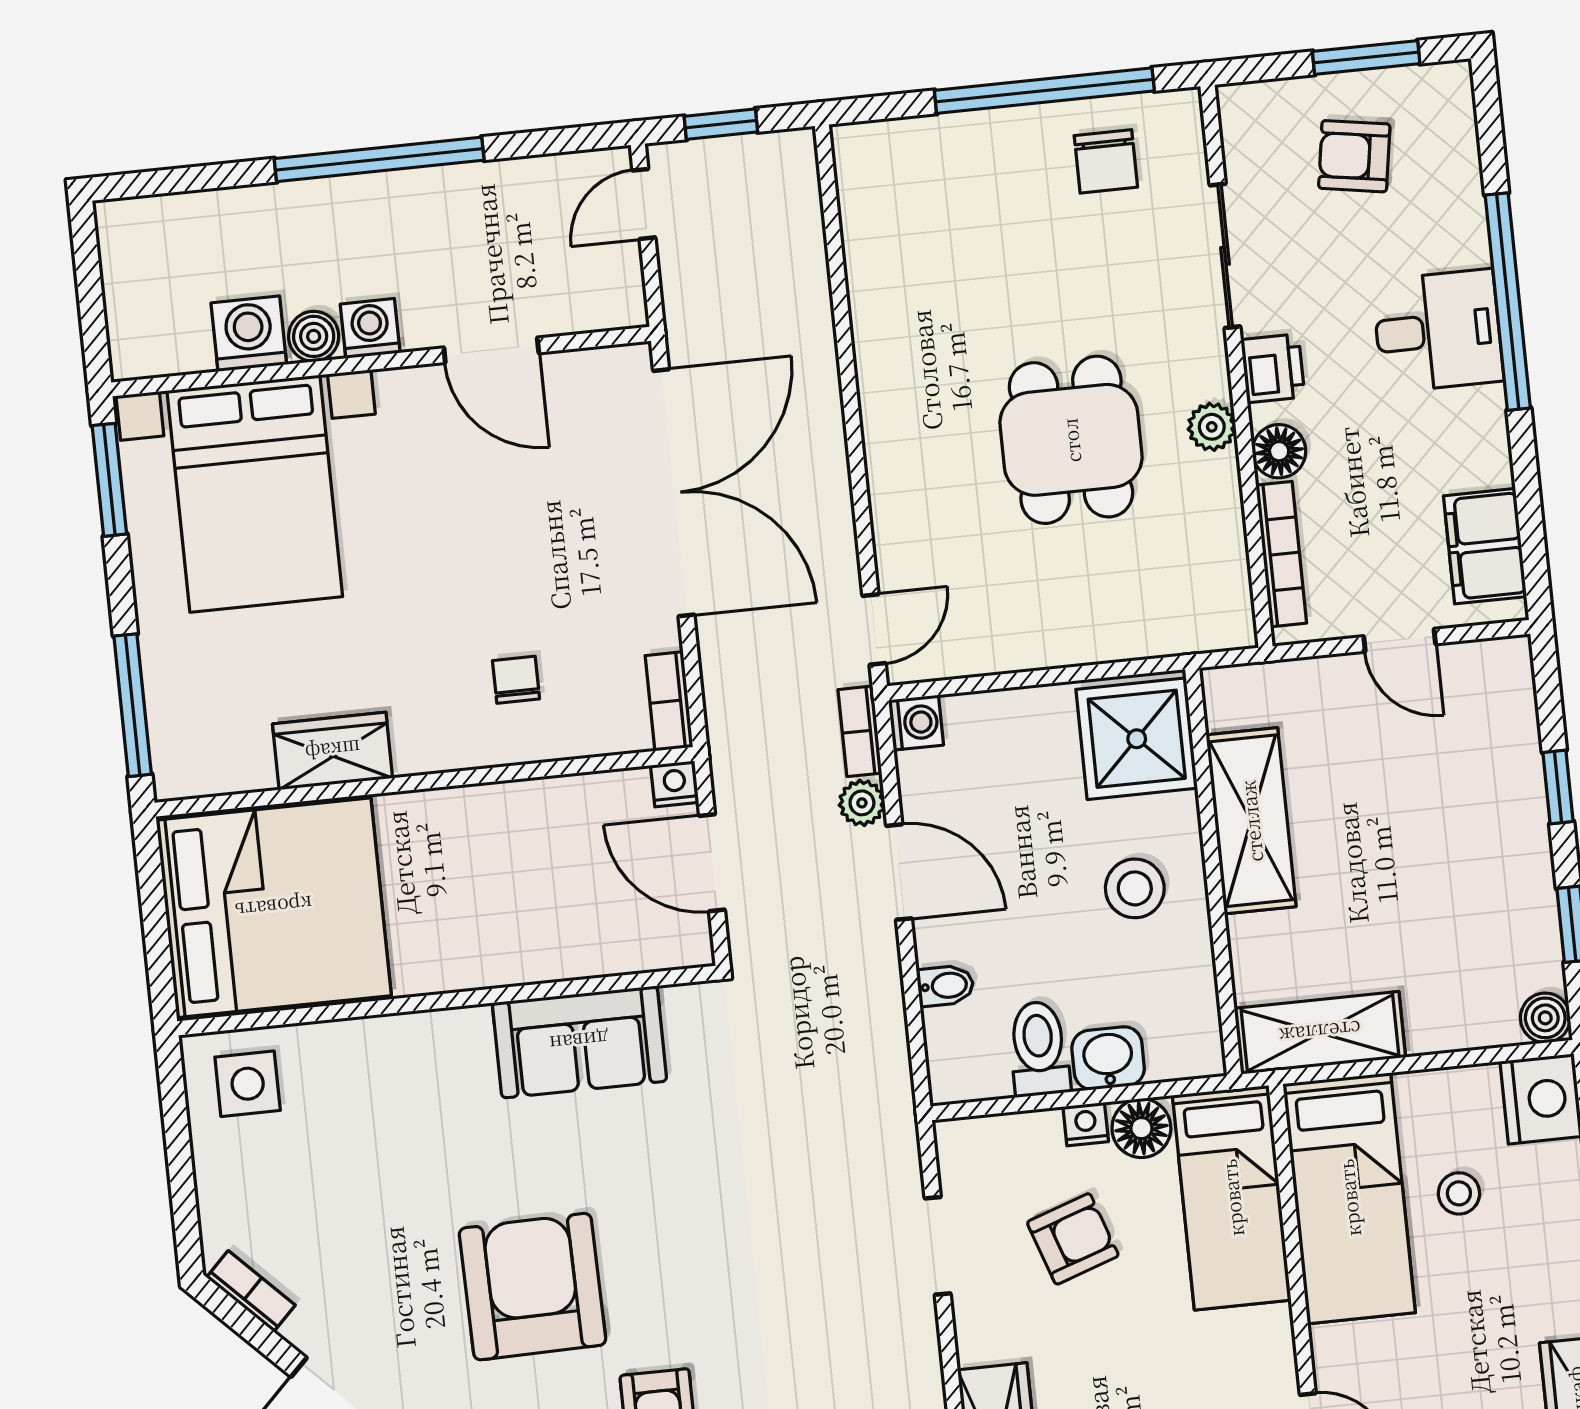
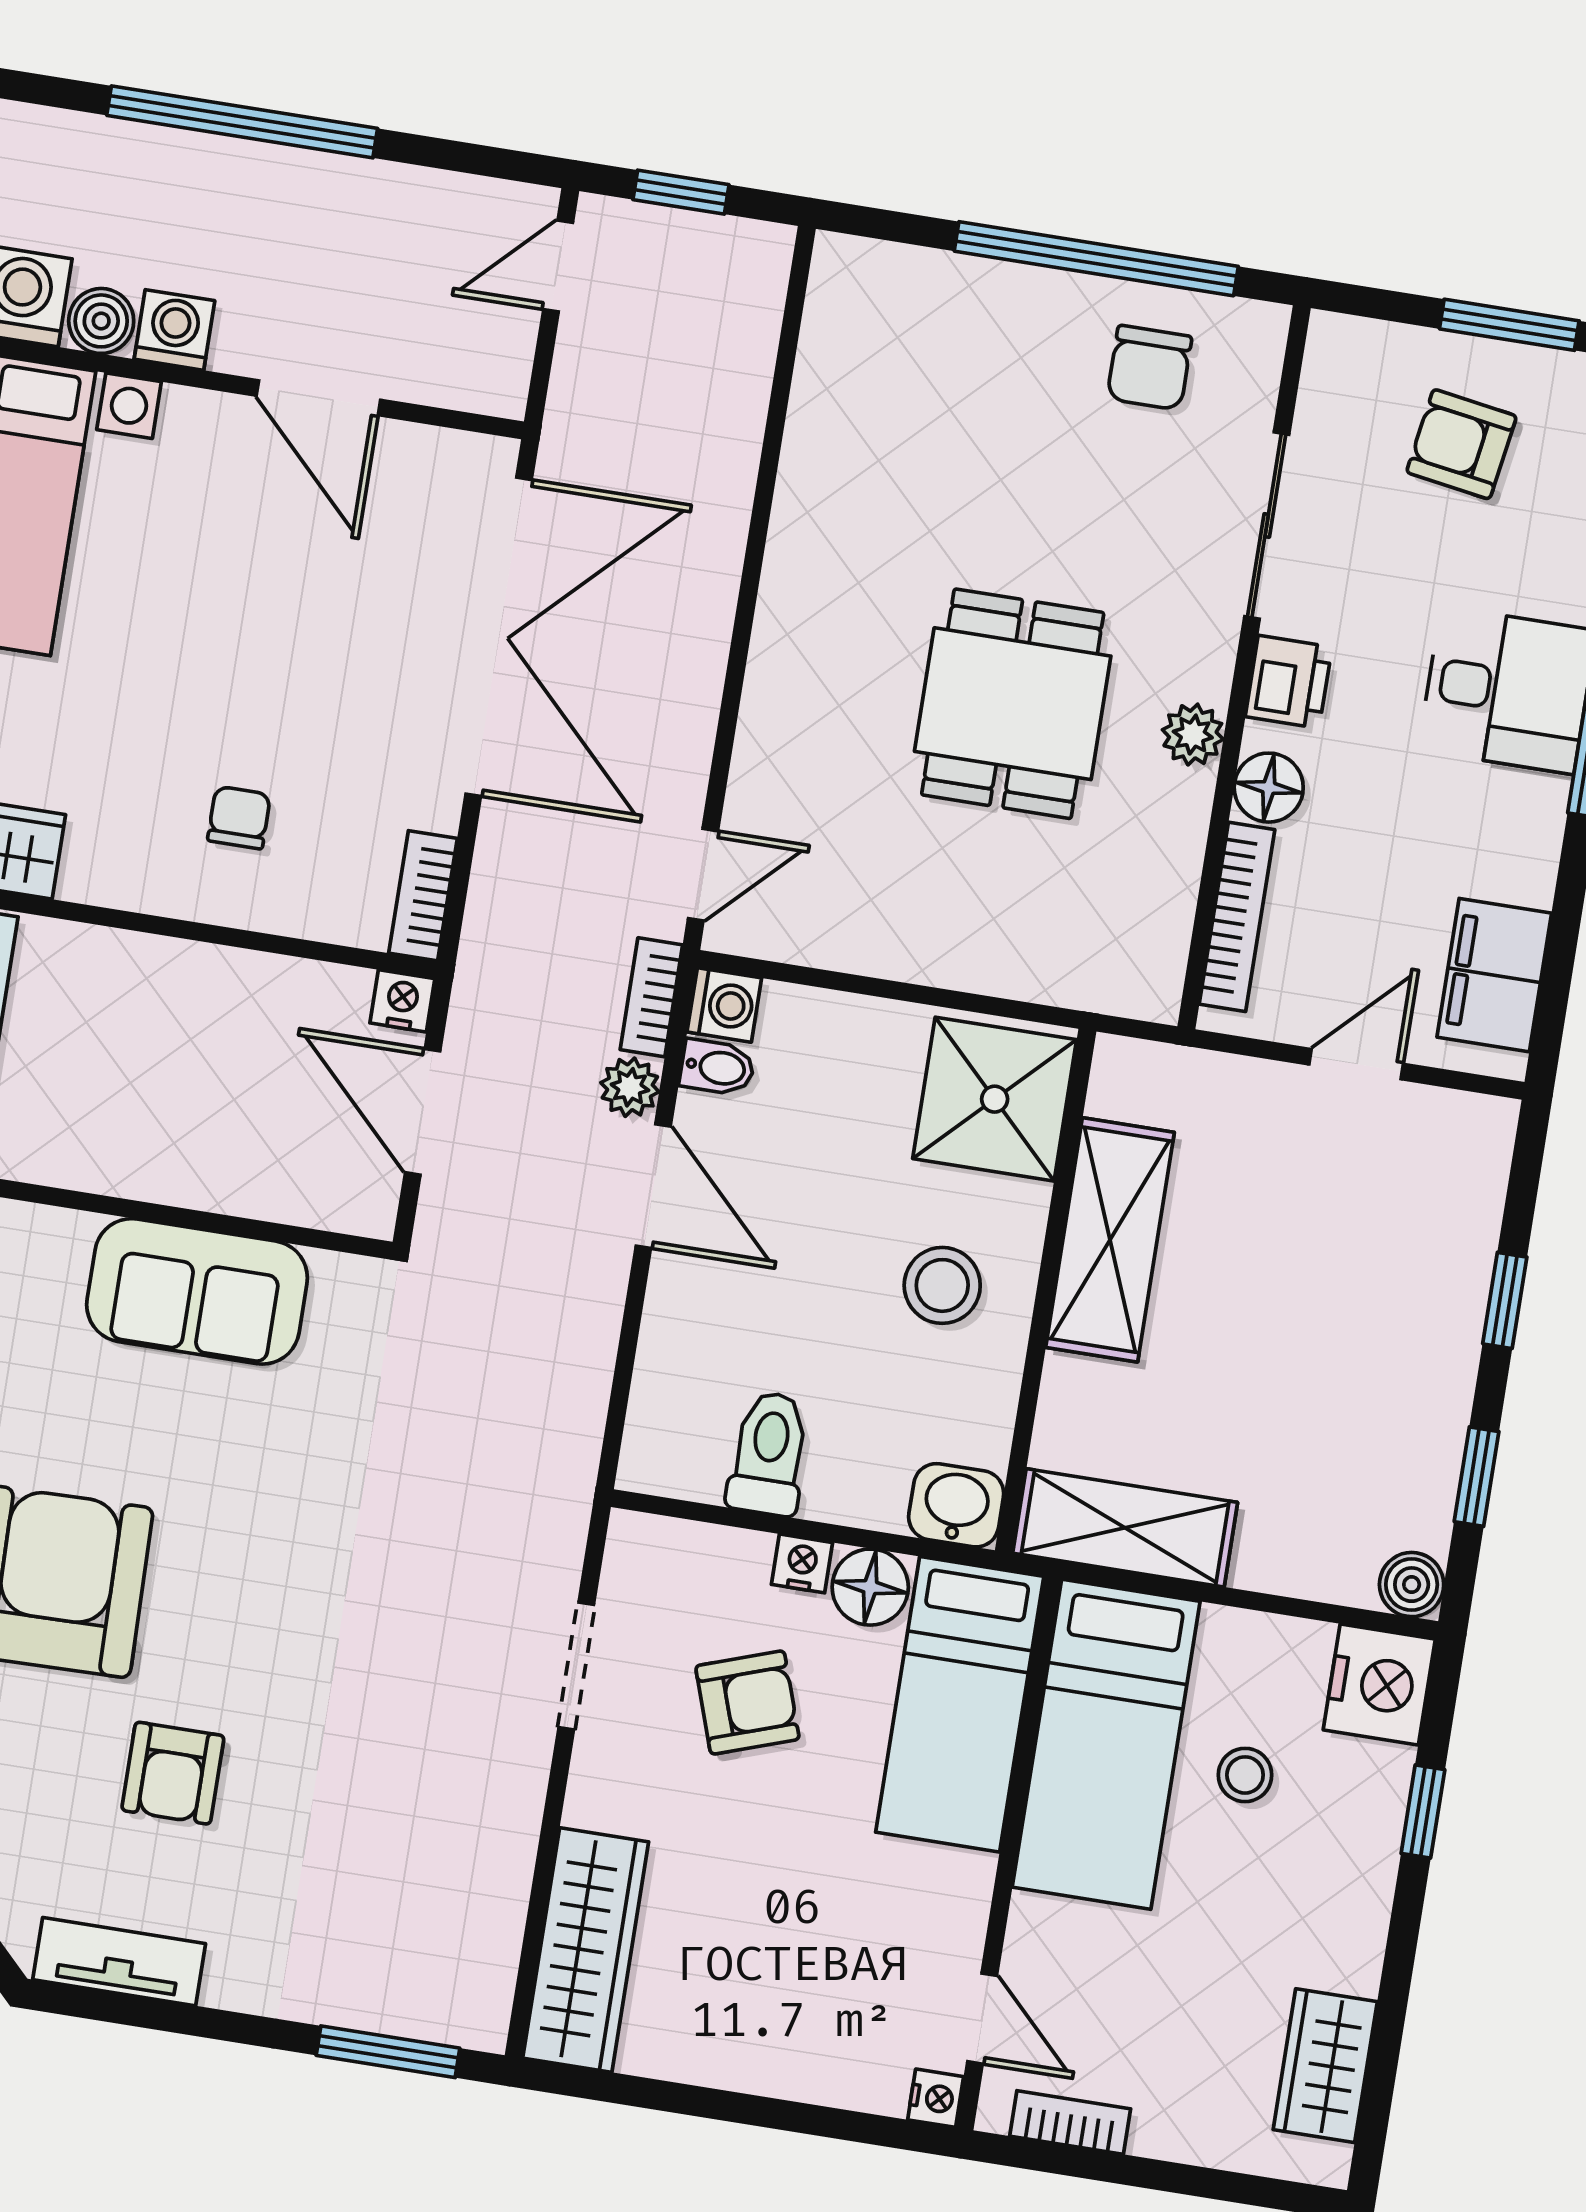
door: (1400, 640) -> (1356, 1064), swing flipped
bidet: (945, 986) -> (717, 1067), moved
washbasin: (1108, 1058) -> (956, 1505), moved

